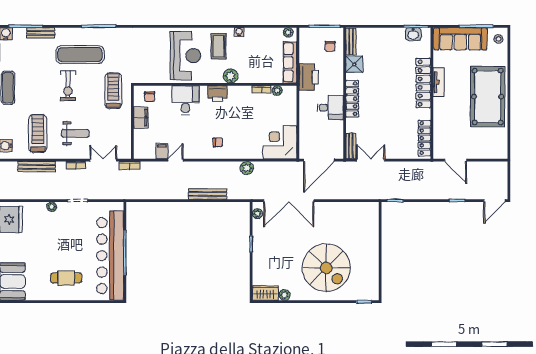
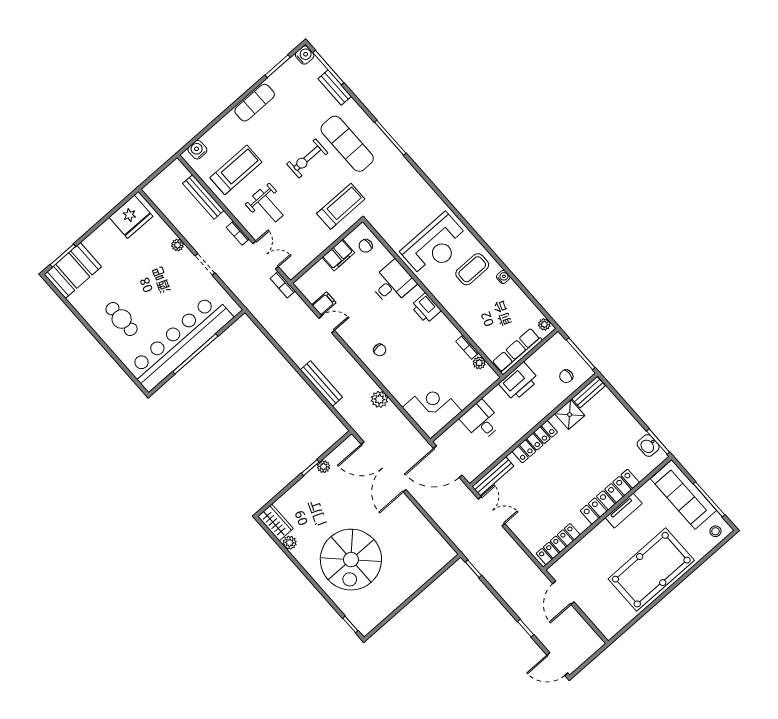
plant: (231, 76) -> (454, 306), removed
desk: (330, 108) -> (481, 421), moved, turned 180
bench: (351, 146) -> (493, 476), width x1.36
plant: (257, 214) -> (324, 467), moved

